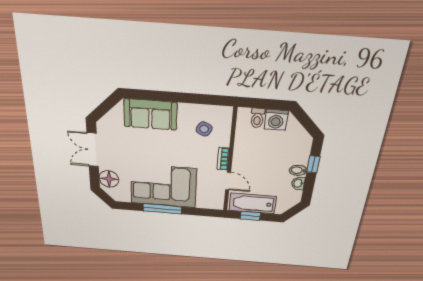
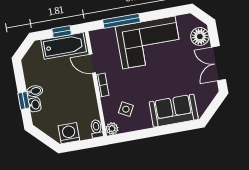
plant: (225, 113) -> (112, 129), added
toilet: (257, 118) -> (97, 129), moved
double door: (93, 150) -> (218, 63), swing flipped
washbasin: (298, 183) -> (35, 105), moved
window: (162, 209) -> (121, 21), moved

